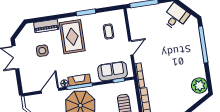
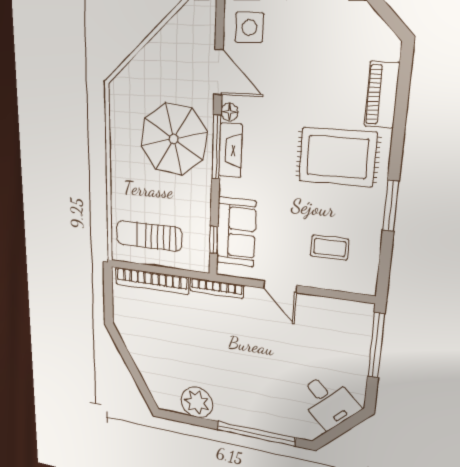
side table: (42, 51) -> (249, 28), moved
plant: (199, 85) -> (197, 402), moved

